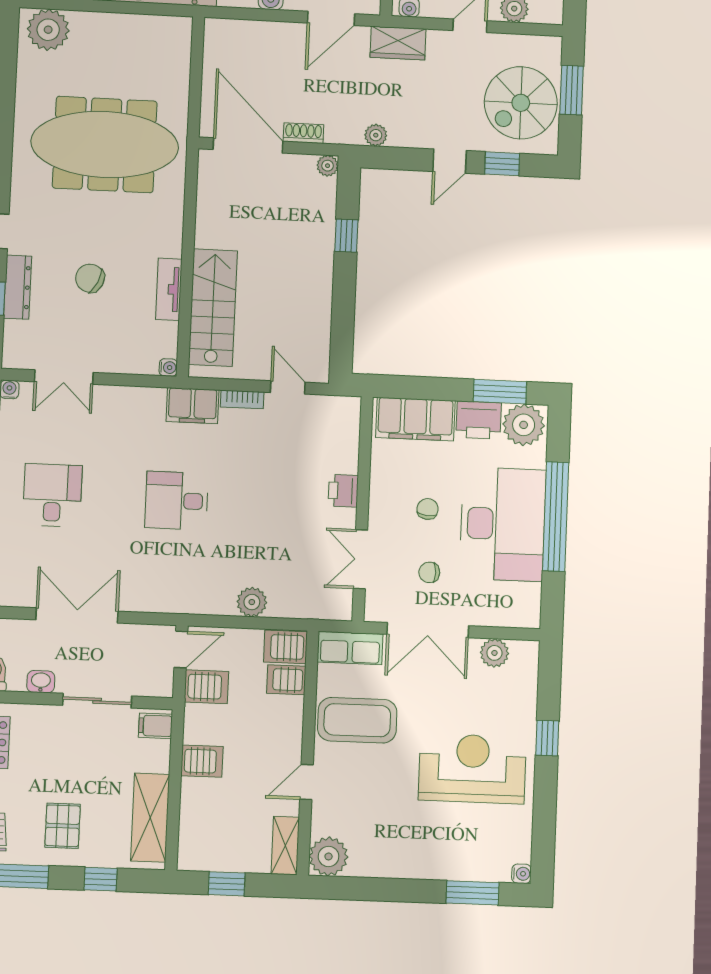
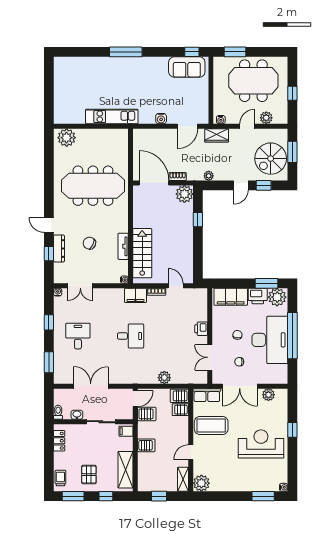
plant: (328, 166) -> (184, 194), width x1.88, depth x1.88
desk: (177, 501) -> (131, 336), turned 180

